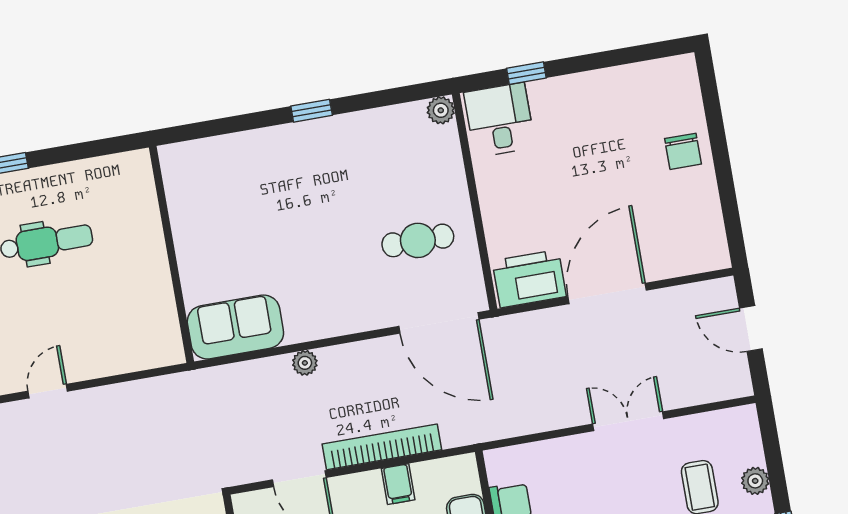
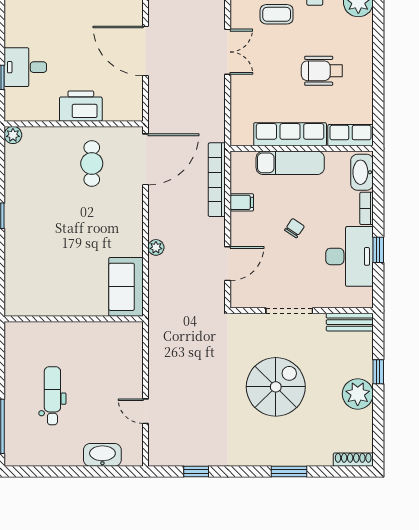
desk: (500, 120) -> (25, 67), moved
printer: (529, 279) -> (81, 106), moved, turned 90
double door: (628, 421) -> (228, 52), swing flipped
bookcase: (382, 447) -> (217, 180), moved

